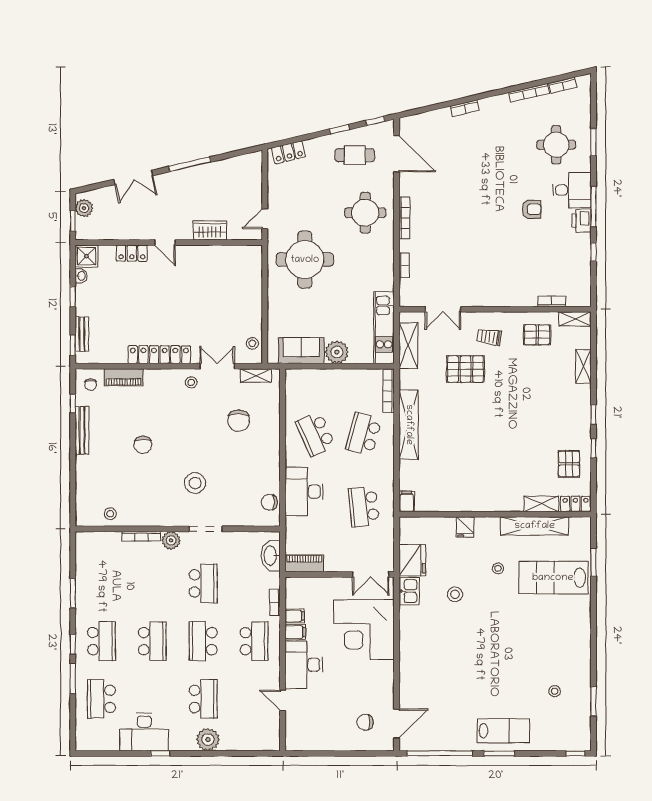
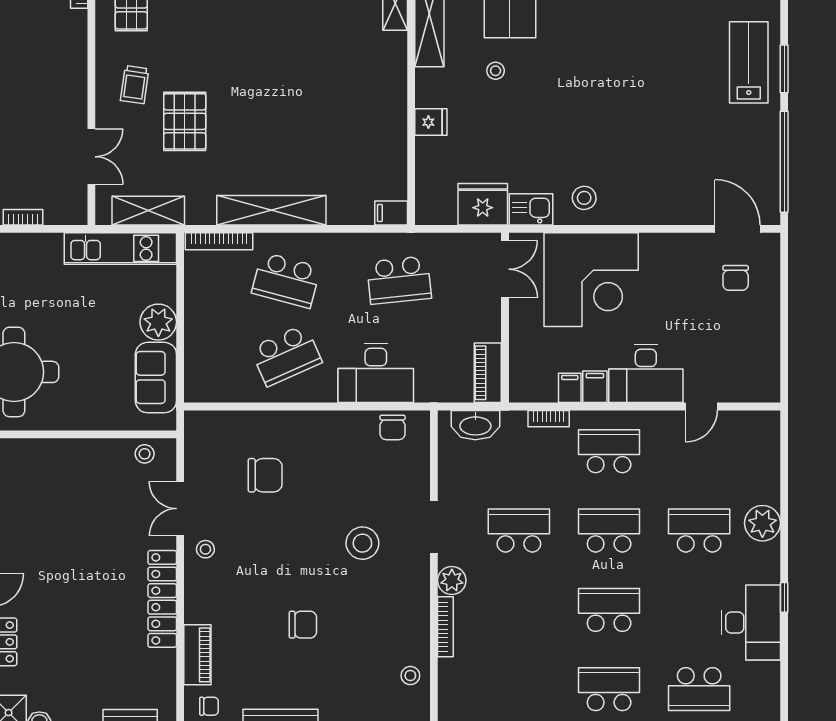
shelving: (256, 376) -> (195, 449), removed
stool: (455, 594) -> (584, 198), moved
school desk: (203, 641) -> (609, 531), turned 180

